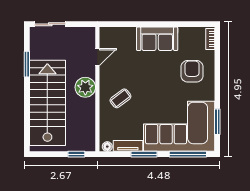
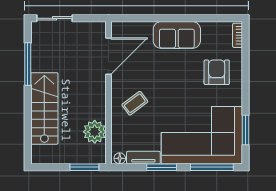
door: (97, 57) -> (108, 56), width x1.87
window: (27, 64) -> (28, 64), width x1.44
plant: (85, 87) -> (95, 132), moved
stairs: (47, 103) -> (44, 108), width x0.73, depth x0.66
window: (76, 154) -> (84, 167), width x1.50

